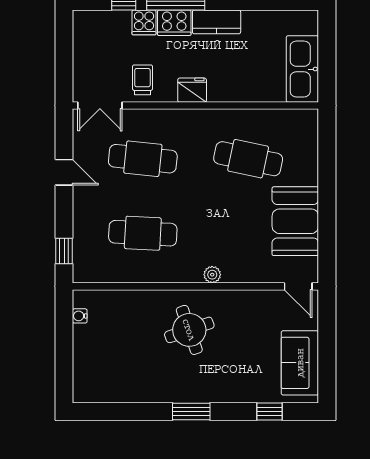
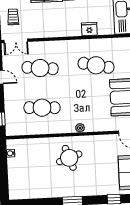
trolley: (142, 80) -> (13, 17), moved
fridge: (192, 90) -> (89, 29), moved

